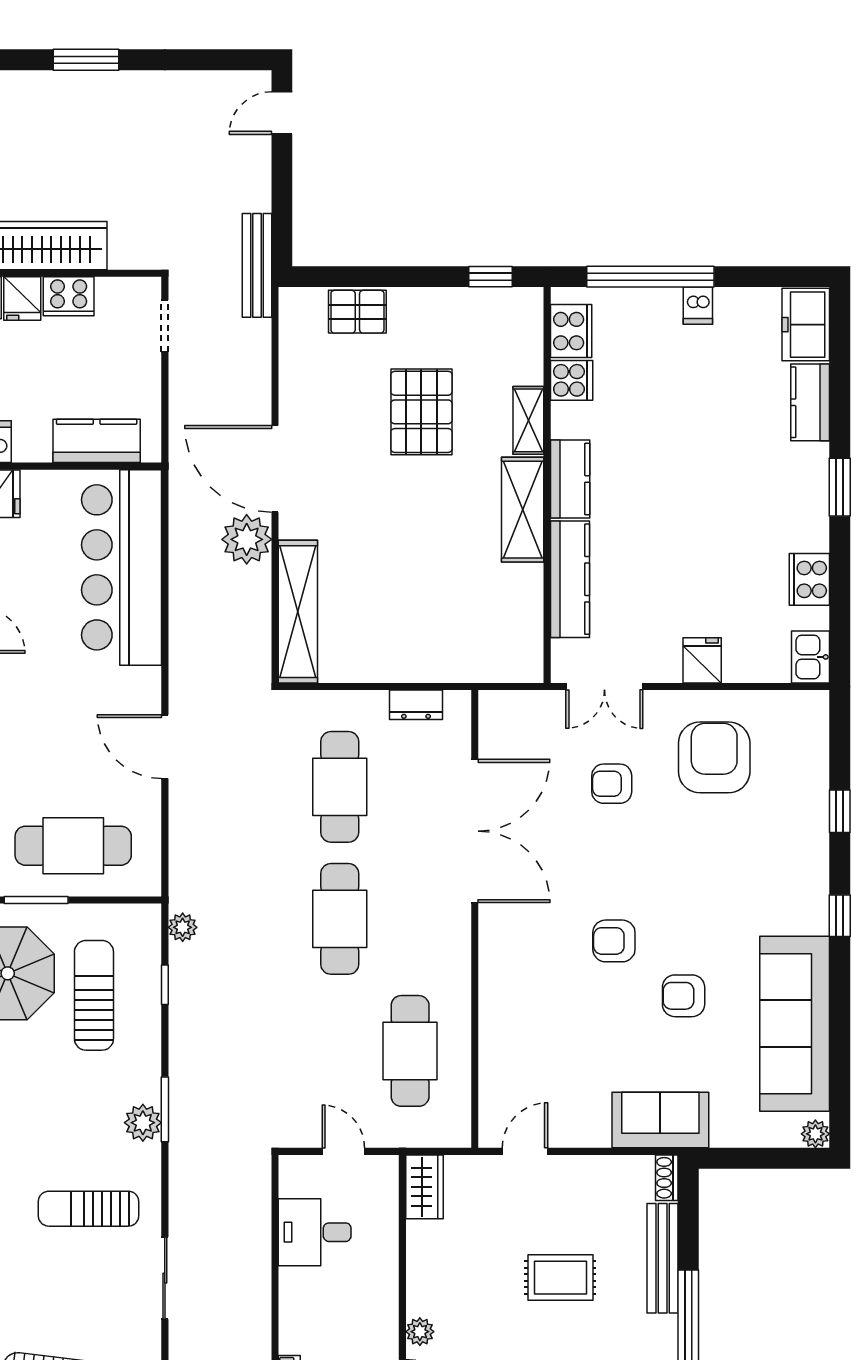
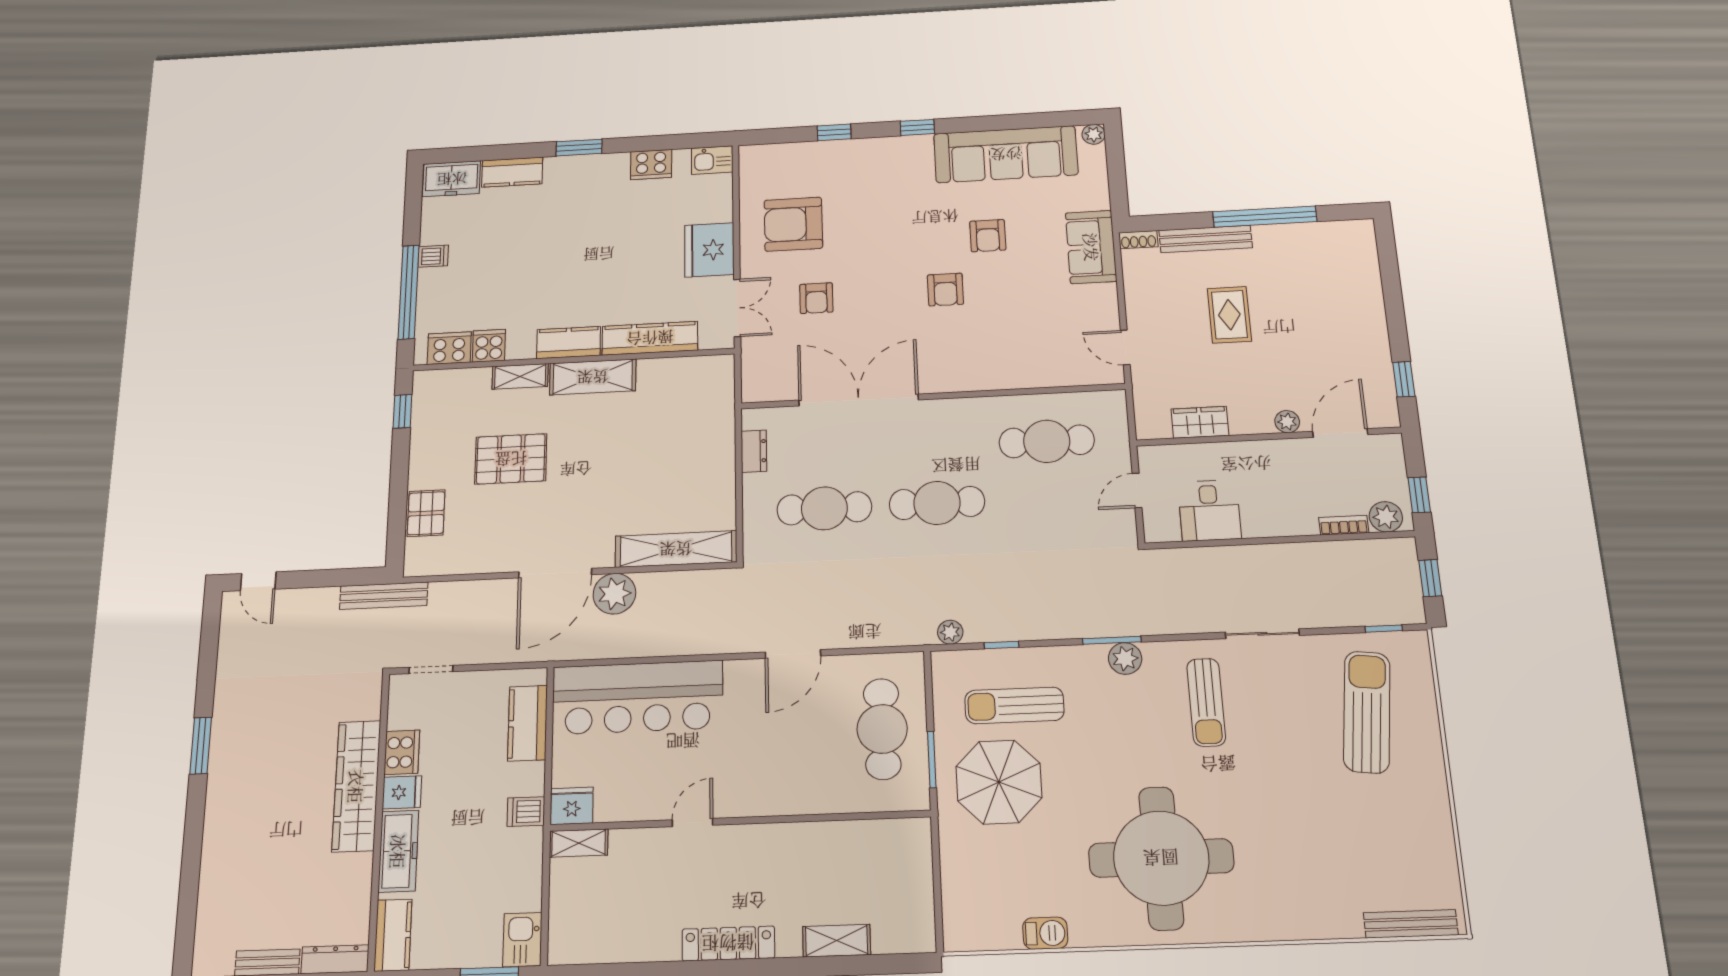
fridge: (702, 660) -> (709, 250), width x1.88, depth x1.34
wardrobe: (424, 1187) -> (1200, 422), moved

